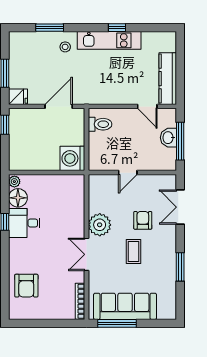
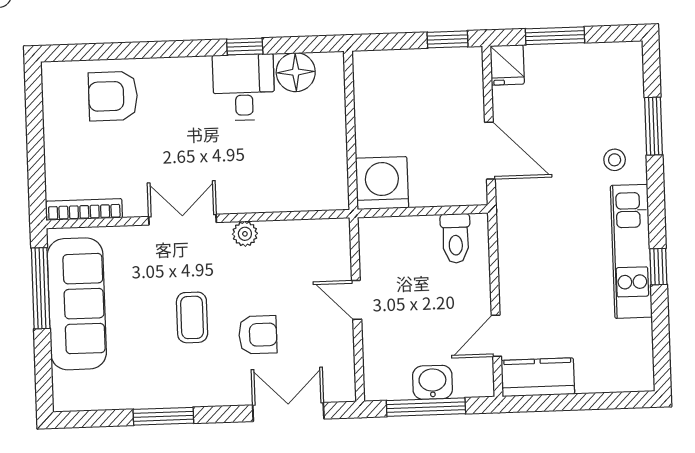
kitchen counter: (168, 79) -> (538, 377), width x0.67
plant: (14, 182) -> (329, 63), removed
plant: (100, 225) -> (245, 234), width x0.53, depth x0.53
coffee table: (133, 251) -> (192, 317), turned 90

